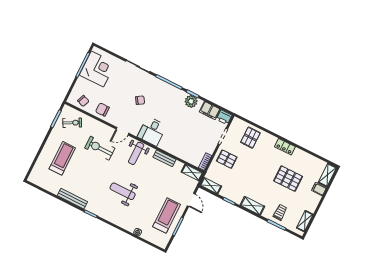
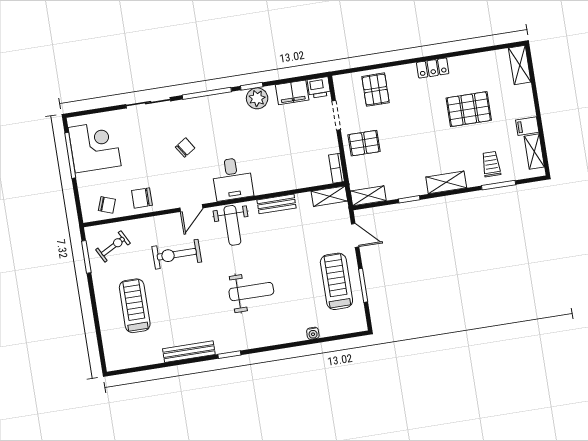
filing cabinet: (319, 189) -> (527, 126), moved
weight bench: (123, 191) -> (251, 292), turned 180

